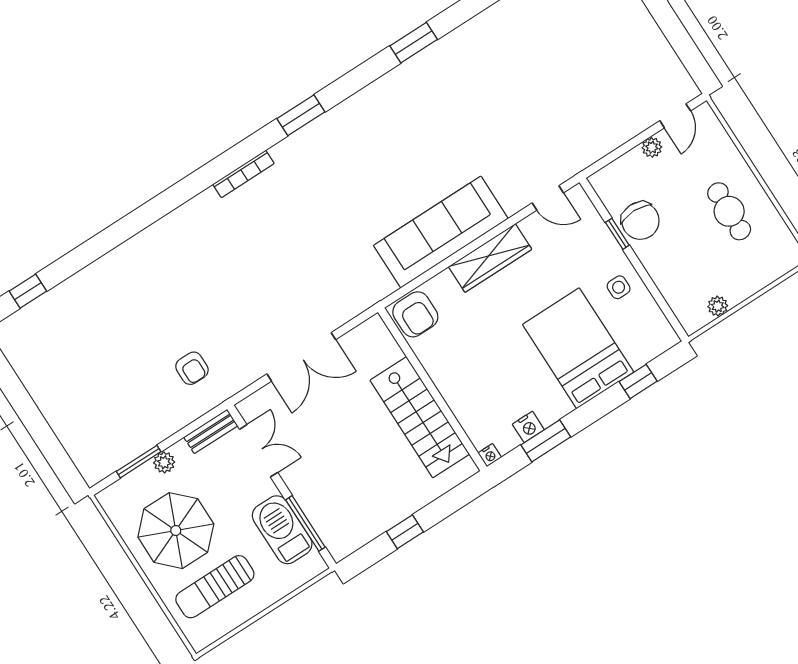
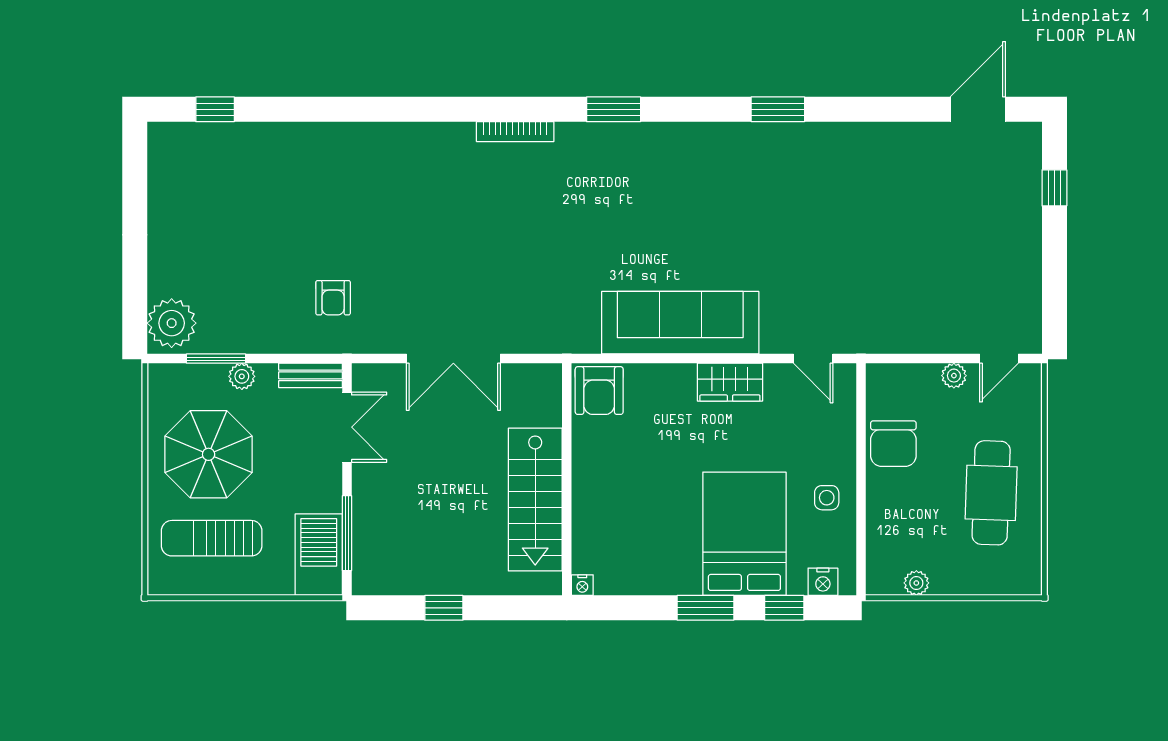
cafe table: (729, 211) -> (991, 493), width x1.37, depth x1.35
window: (617, 234) -> (861, 442), removed
wardrobe: (490, 258) -> (730, 382), width x0.67
nightstand: (528, 427) -> (823, 582), moved
window: (546, 441) -> (705, 608), moved
plant: (93, 457) -> (172, 323), added
barbecue: (282, 530) -> (319, 555), moved

